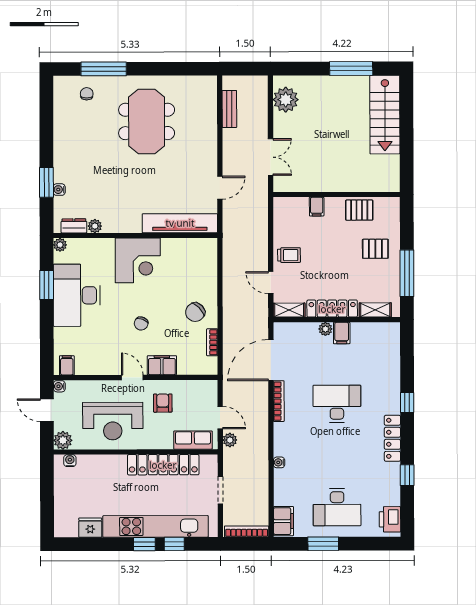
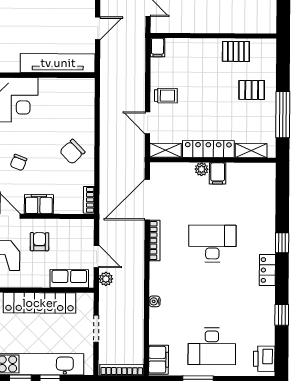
filing cabinet: (317, 207) -> (158, 47), moved
bookcase: (212, 342) -> (89, 200), moved
locker: (392, 438) -> (267, 270), width x0.66

